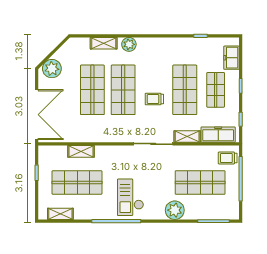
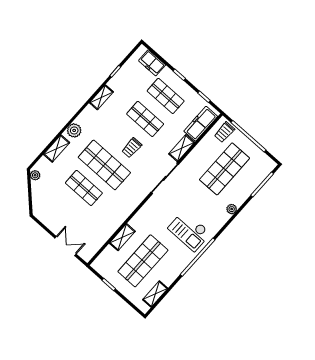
shelving: (172, 43) -> (101, 97), added
plant: (52, 69) -> (35, 175), moved, width x0.53, depth x0.53
shop shelf: (92, 90) -> (84, 188), width x0.70, depth x0.74
shop shelf: (185, 90) -> (145, 119), width x0.70, depth x0.74
double door: (37, 115) -> (65, 246), width x0.54
plant: (175, 210) -> (232, 209), width x0.53, depth x0.53

